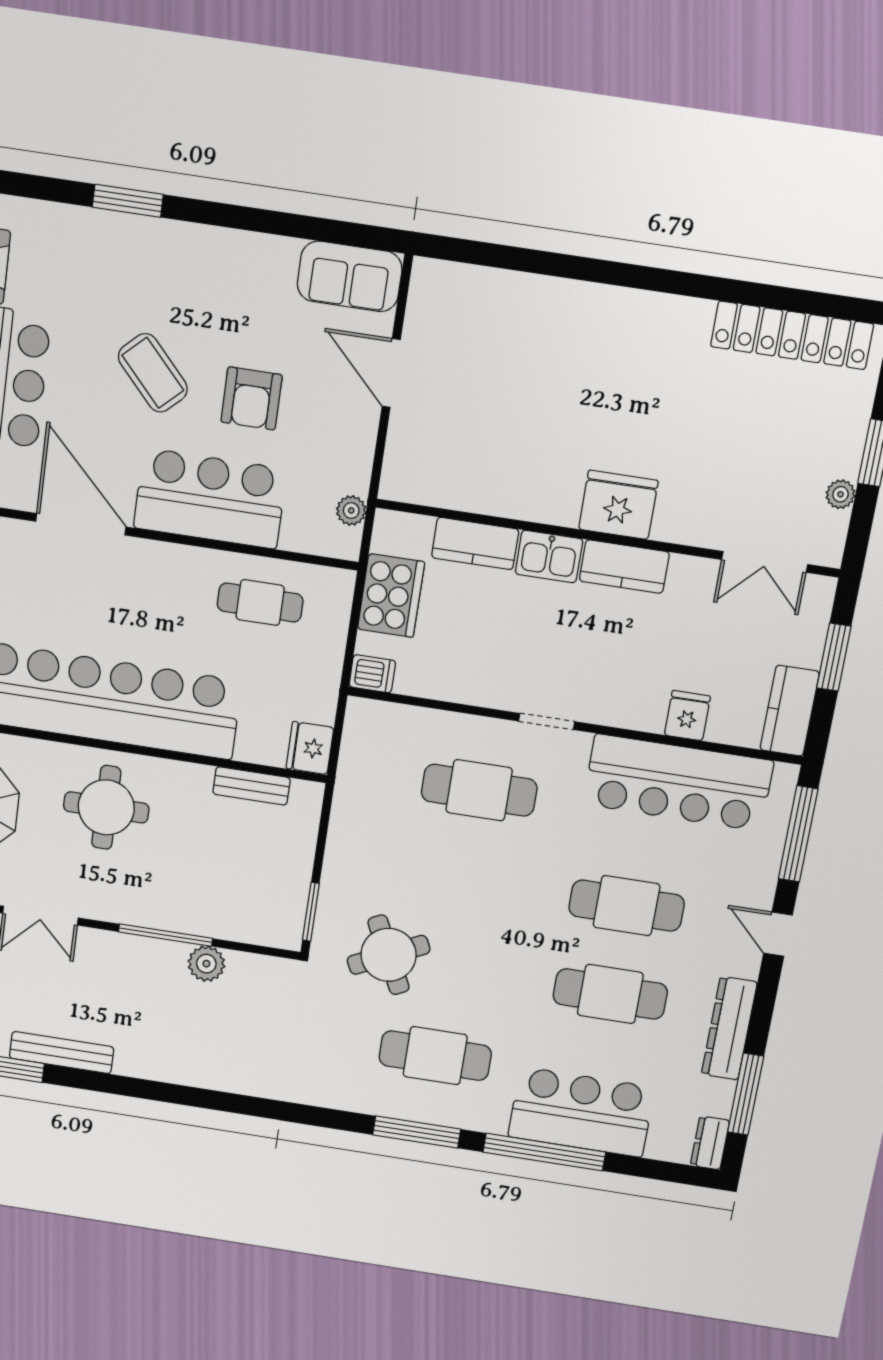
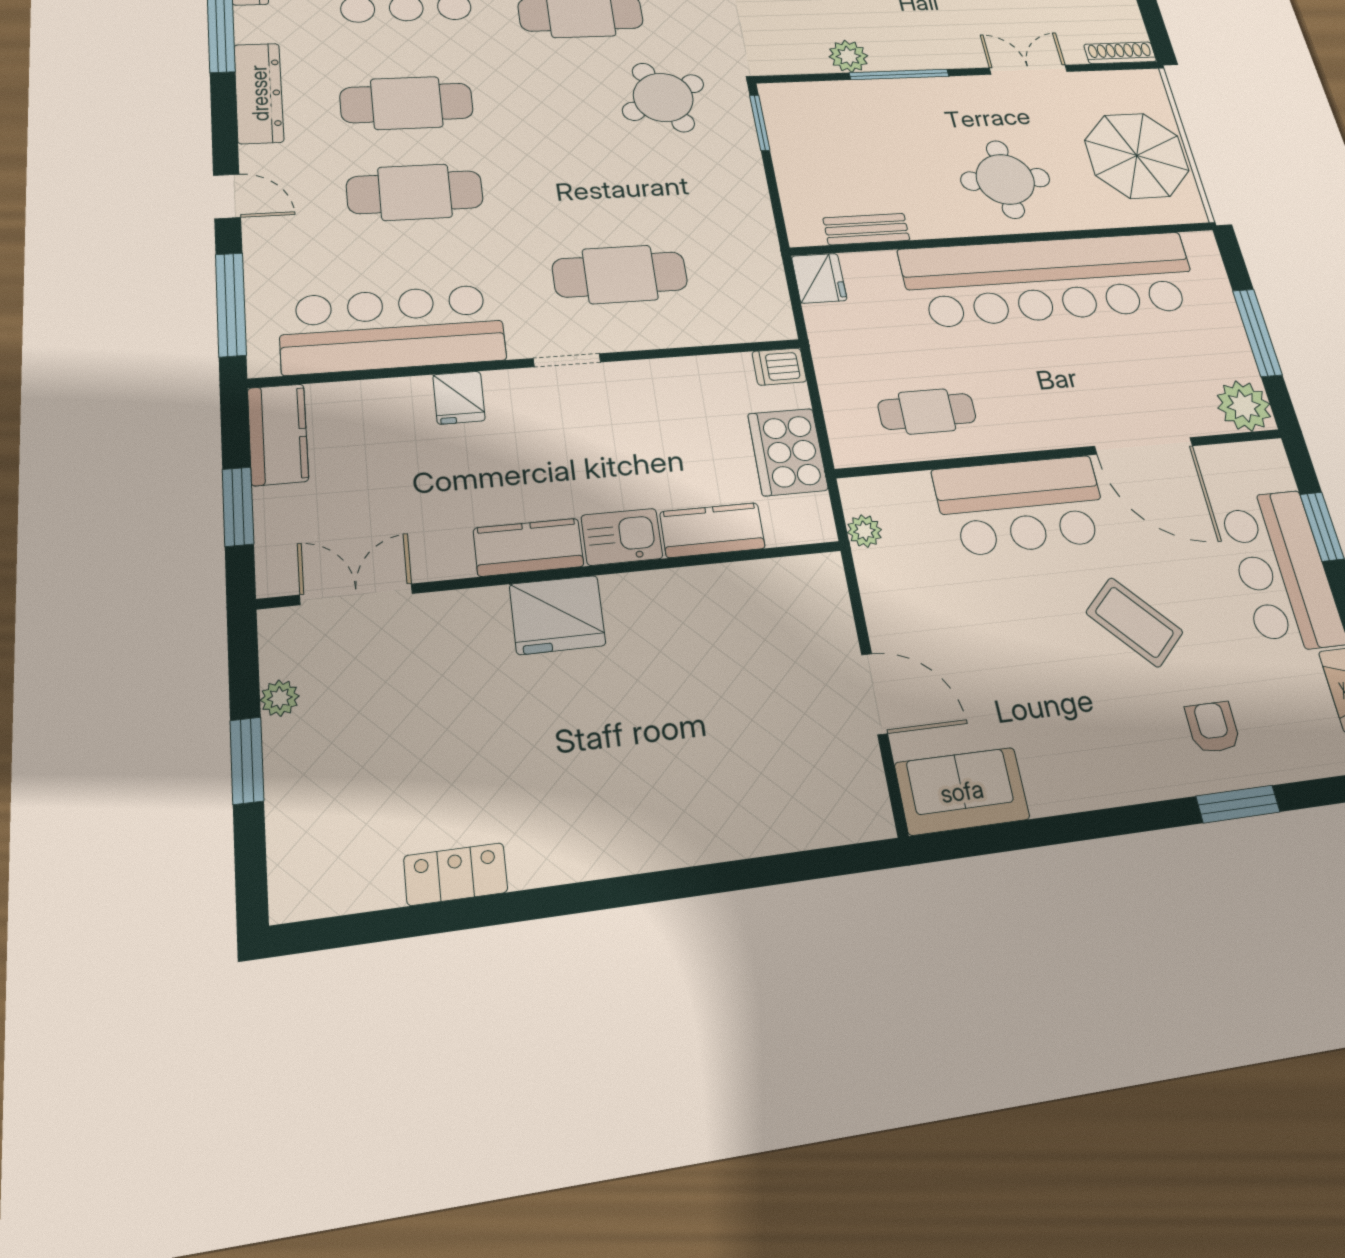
locker: (792, 335) -> (456, 874), width x0.46, depth x0.83
armchair: (251, 398) -> (1213, 727), moved, width x0.72, depth x0.72
fridge: (687, 716) -> (459, 398), moved

